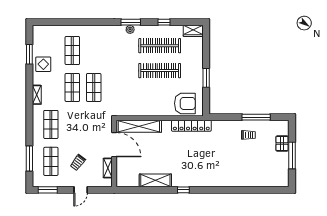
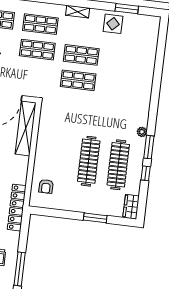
window: (131, 22) -> (149, 147), moved
shop shelf: (72, 51) -> (37, 50), moved
window: (206, 78) -> (95, 218), moved
armchair: (185, 103) -> (46, 186), width x0.53, depth x0.53
locker: (191, 126) -> (17, 208), moved

